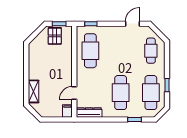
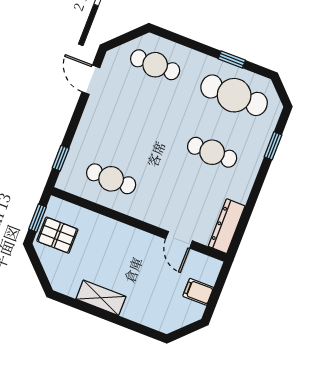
cafe table: (90, 51) -> (111, 179), width x0.73, depth x0.74
shelving: (34, 91) -> (101, 298), moved
cafe table: (121, 93) -> (212, 152), width x0.73, depth x0.74
filing cabinet: (67, 111) -> (198, 292), moved

